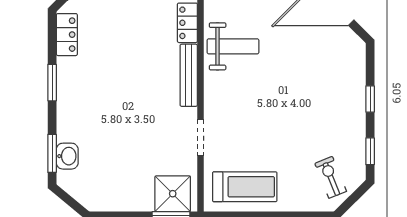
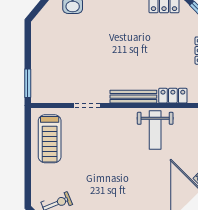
shower: (173, 194) -> (44, 85), removed

